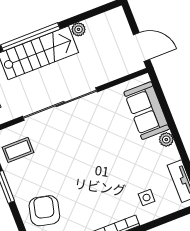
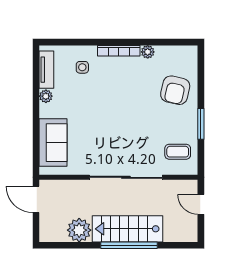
plant: (79, 29) -> (79, 230), width x1.88, depth x1.88
plant: (166, 140) -> (46, 96), moved

